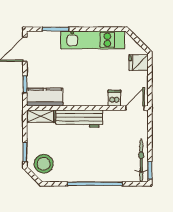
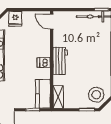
dishwasher: (114, 98) -> (44, 63), moved
workbench: (79, 119) -> (60, 61), width x0.73

